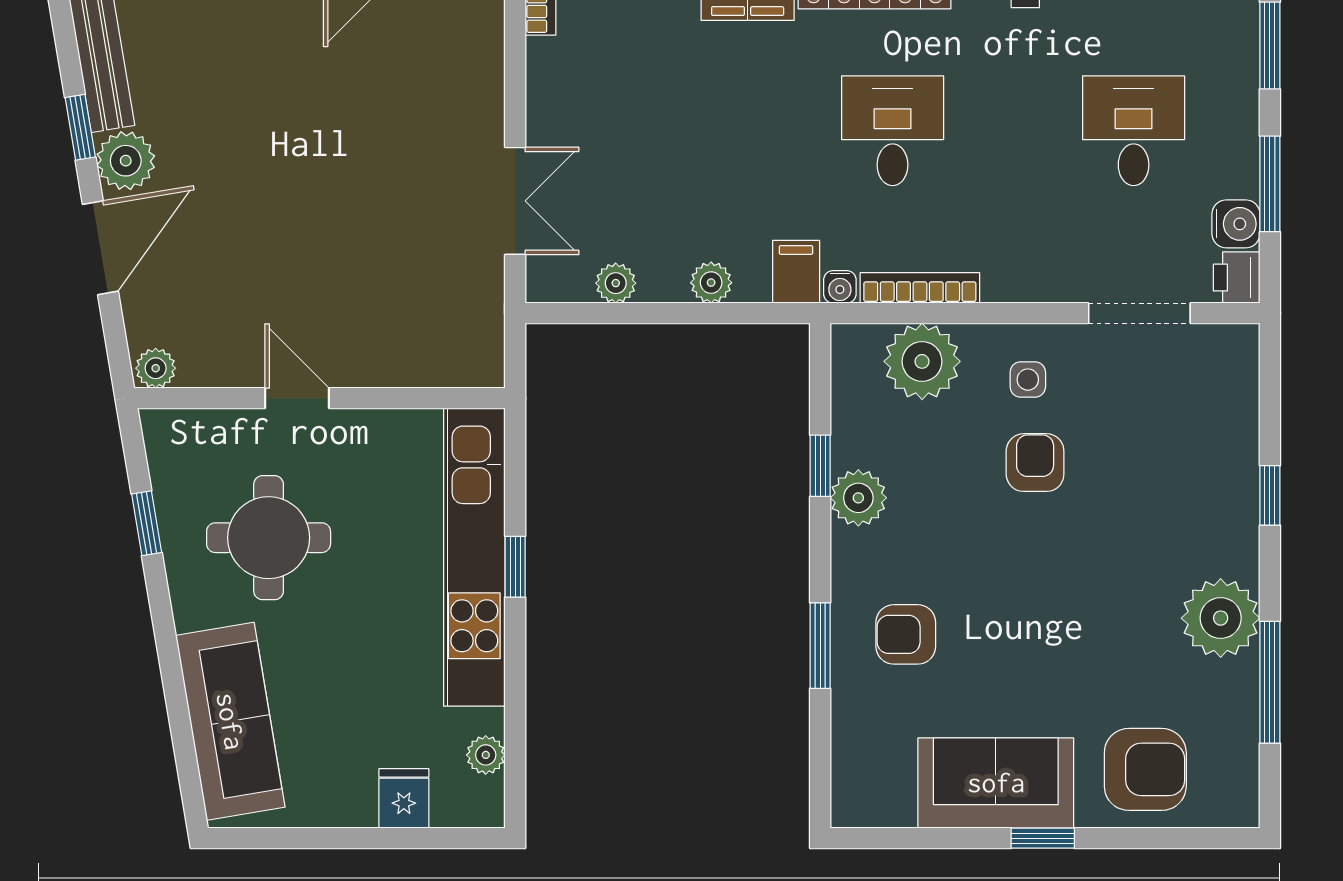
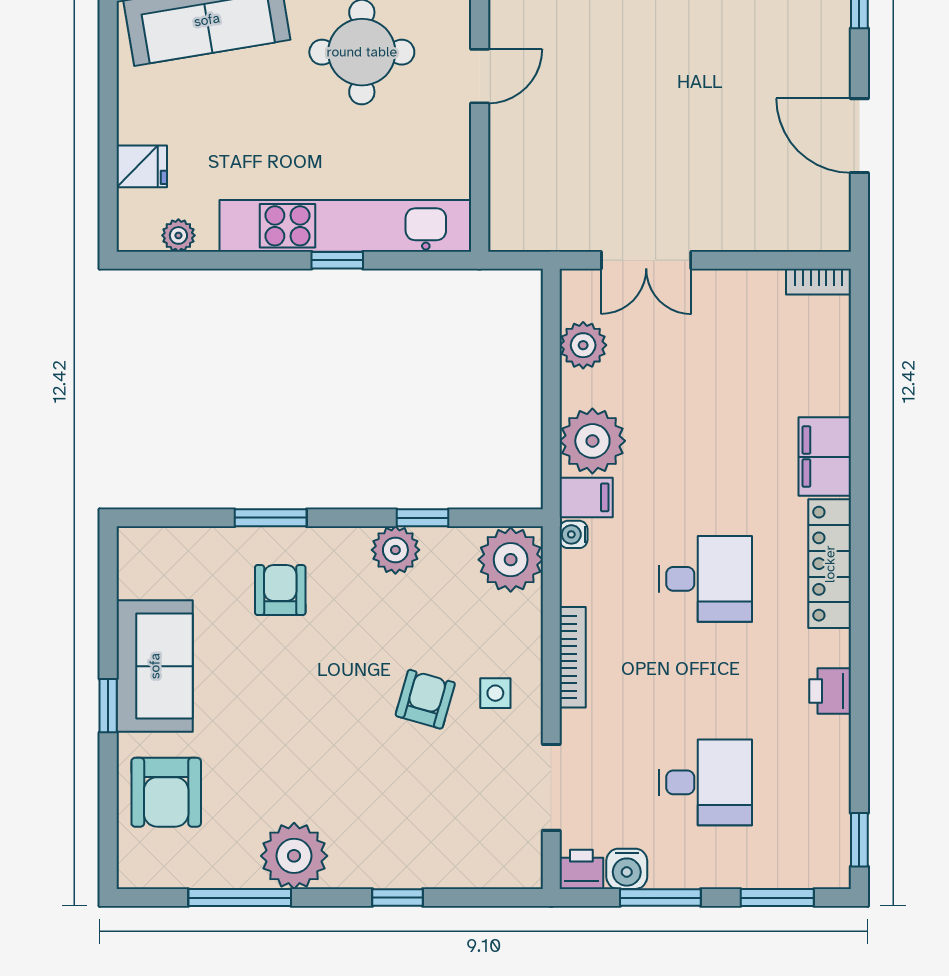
plant: (616, 283) -> (583, 345), width x1.38, depth x1.38
plant: (711, 283) -> (592, 441), width x1.88, depth x1.88
bookcase: (920, 288) -> (573, 657), moved
plant: (922, 361) -> (511, 560), moved
armchair: (1035, 463) -> (425, 699), turned -74

